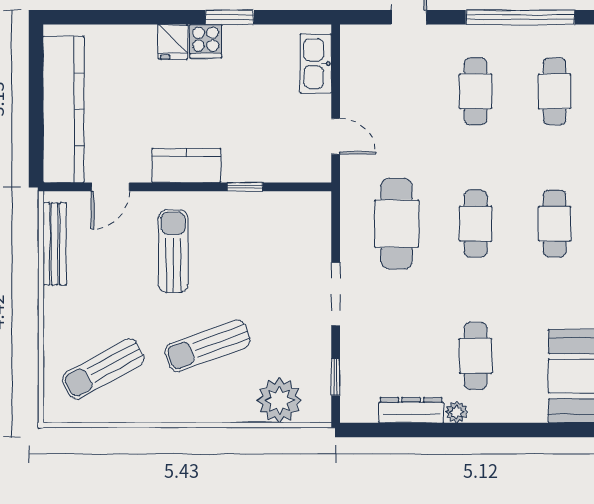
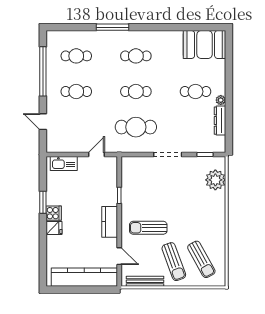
sun lounger: (208, 346) -> (174, 262), moved

